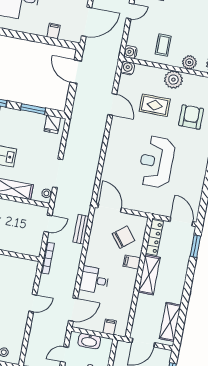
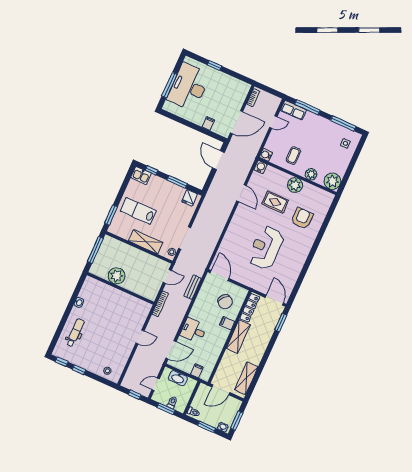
chair: (124, 237) -> (225, 302), turned 80

